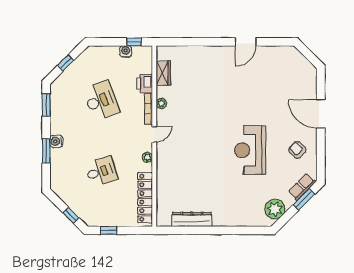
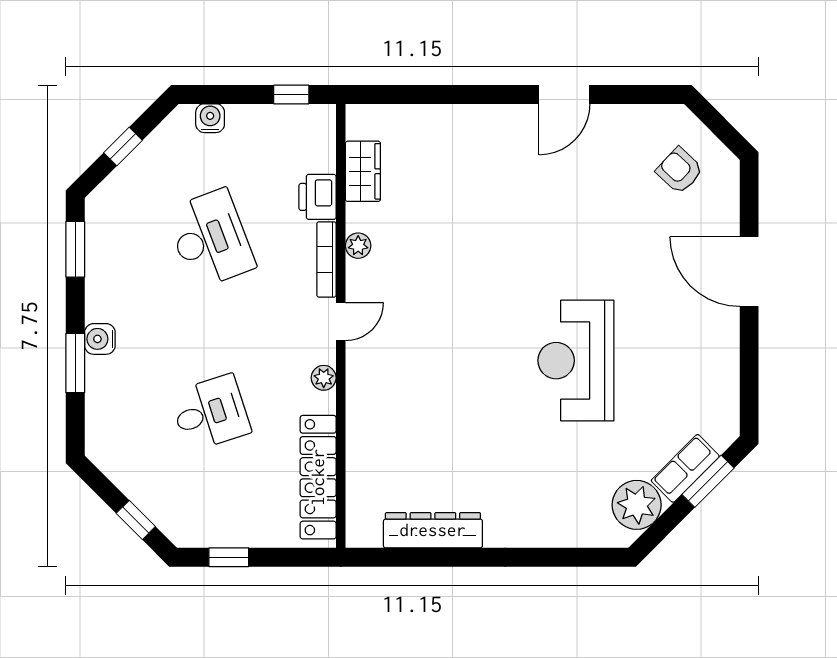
water cooler: (126, 51) -> (210, 118), moved
armchair: (297, 150) -> (680, 171), moved
row of seats: (302, 187) -> (685, 468), moved

